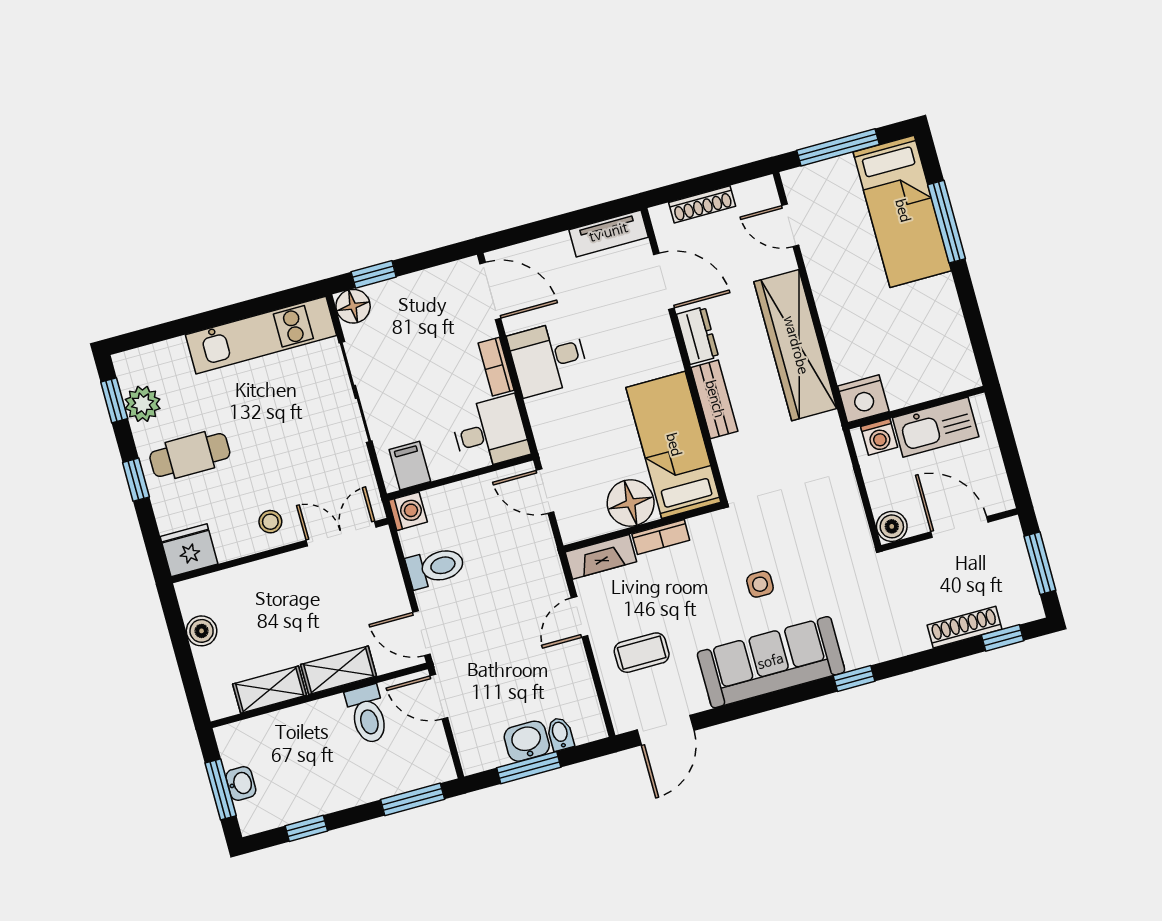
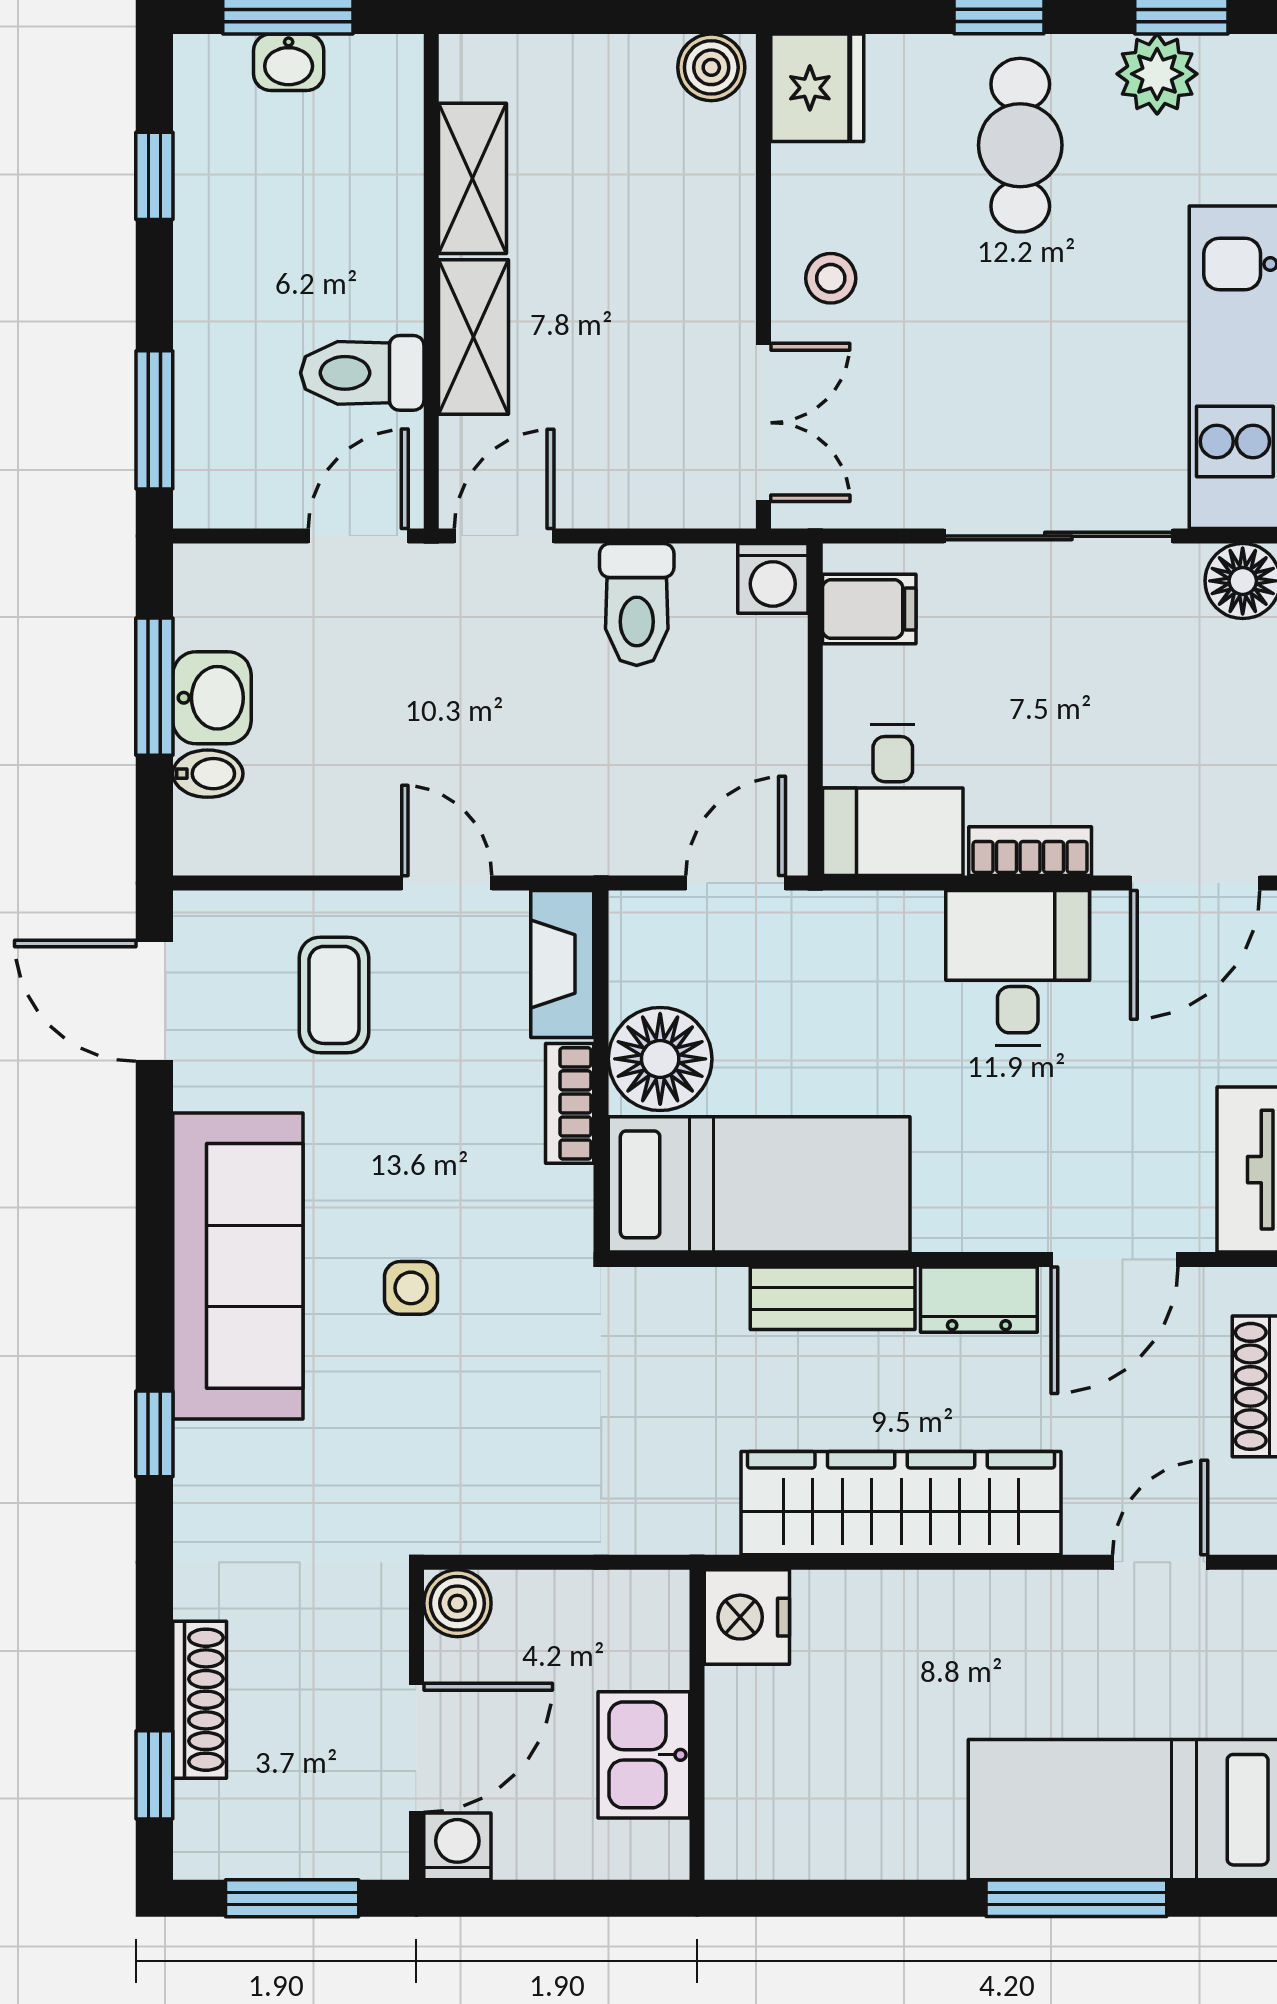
kitchen sink: (936, 427) -> (644, 1755), width x0.73
washing machine: (879, 437) -> (457, 1846), moved, turned 90
boiler: (202, 631) -> (711, 67), moved

